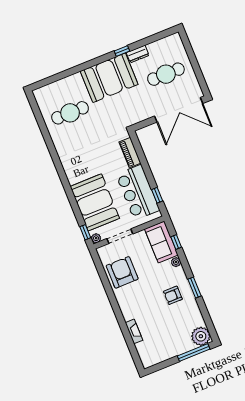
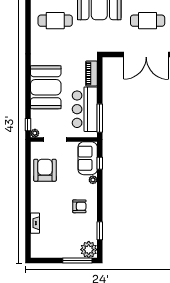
window: (157, 195) -> (100, 118), width x2.17
booth: (95, 202) -> (46, 87), moved
window: (195, 288) -> (100, 231), moved
armchair: (173, 295) -> (79, 206), turned 180

